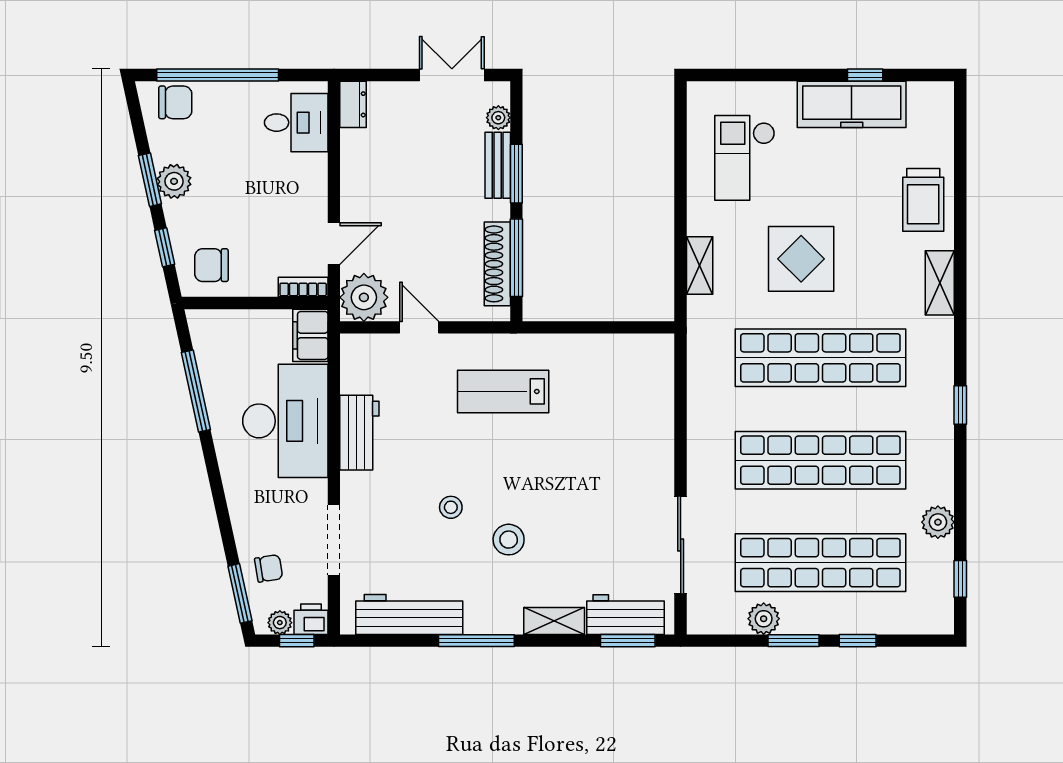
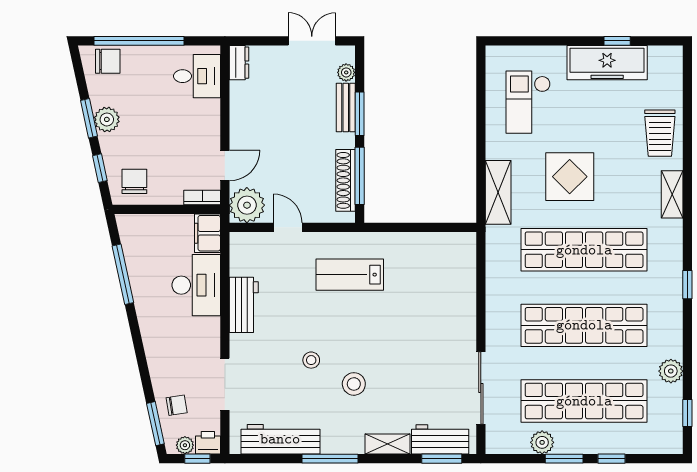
chair: (211, 265) -> (134, 181), turned 90
shelving: (700, 266) -> (498, 192), width x1.50, depth x1.33
desk: (285, 421) -> (196, 285), width x0.73, depth x0.77

